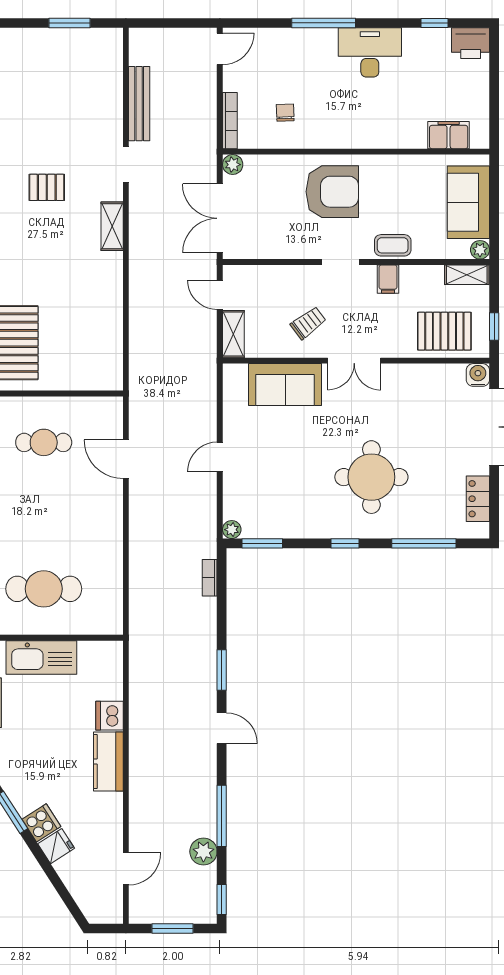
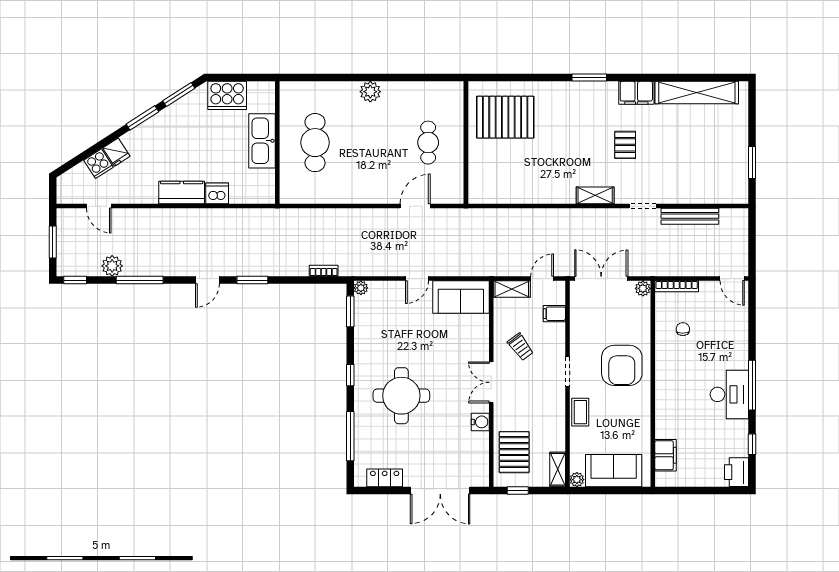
window: (324, 23) -> (752, 385), moved
chair: (285, 113) -> (683, 329), turned -88
filing cabinet: (388, 279) -> (554, 314), moved
water cooler: (478, 375) -> (480, 422), moved
sofa: (285, 385) -> (461, 297), moved, turned -90
door: (220, 457) -> (417, 279), swing flipped
cooker: (41, 823) -> (98, 164), moved

